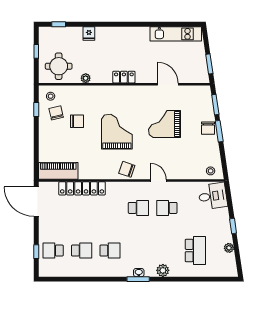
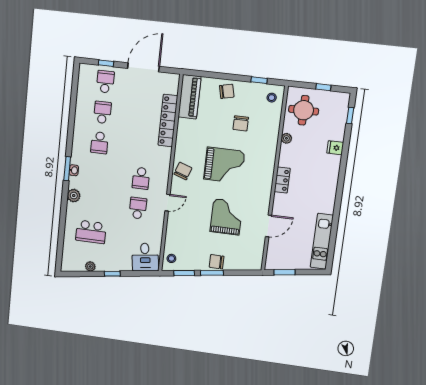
window: (215, 105) -> (184, 273), moved
chair: (56, 113) -> (227, 91), moved
door: (36, 202) -> (143, 67), moved
school desk: (82, 251) -> (102, 112), turned 180

